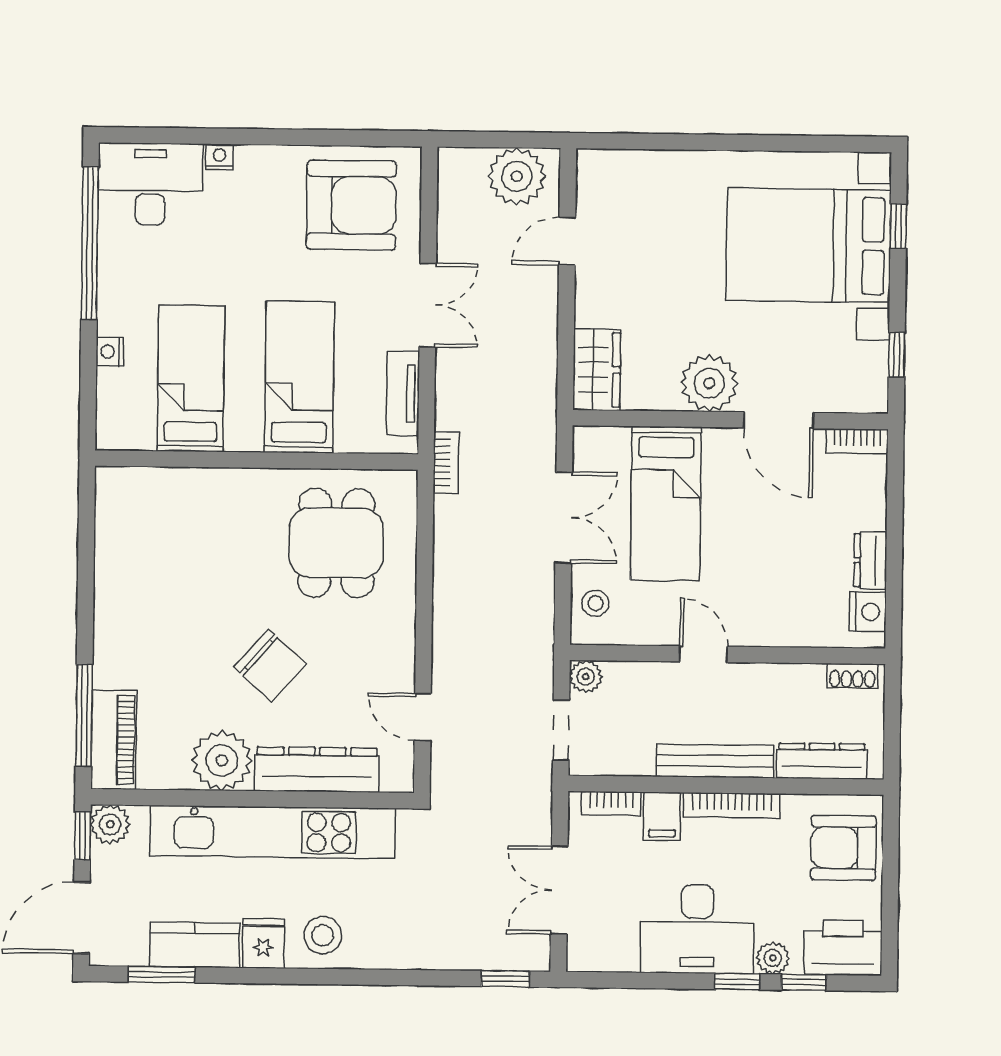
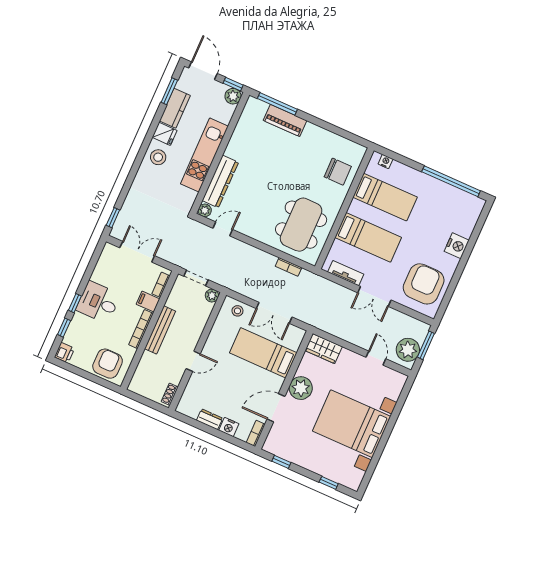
window: (489, 140) -> (426, 345), added
nightstand: (220, 157) -> (457, 246), width x1.89, depth x1.79
desk: (150, 184) -> (463, 213), removed
armchair: (351, 205) -> (424, 284), turned 180
bed with nightstands: (809, 245) -> (352, 424), moved, turned -90
nightstand: (110, 352) -> (386, 161), moved
bookcase: (446, 463) -> (289, 267), moved
dining table: (336, 543) -> (301, 225), width x1.38
nightstand: (868, 612) -> (229, 427), moved
door: (704, 654) -> (193, 361), moved
chair: (270, 666) -> (338, 172), moved, turned -132
piano: (114, 740) -> (285, 120), moved
plant: (222, 761) -> (205, 210), moved, width x0.53, depth x0.53
dresser: (822, 761) -> (143, 369), removed
kitchen unit: (272, 832) -> (204, 155), width x0.73
desk: (697, 929) -> (98, 302), width x0.73
printer: (843, 948) -> (65, 353), width x0.53, depth x0.68
plant: (773, 958) -> (78, 320), removed

